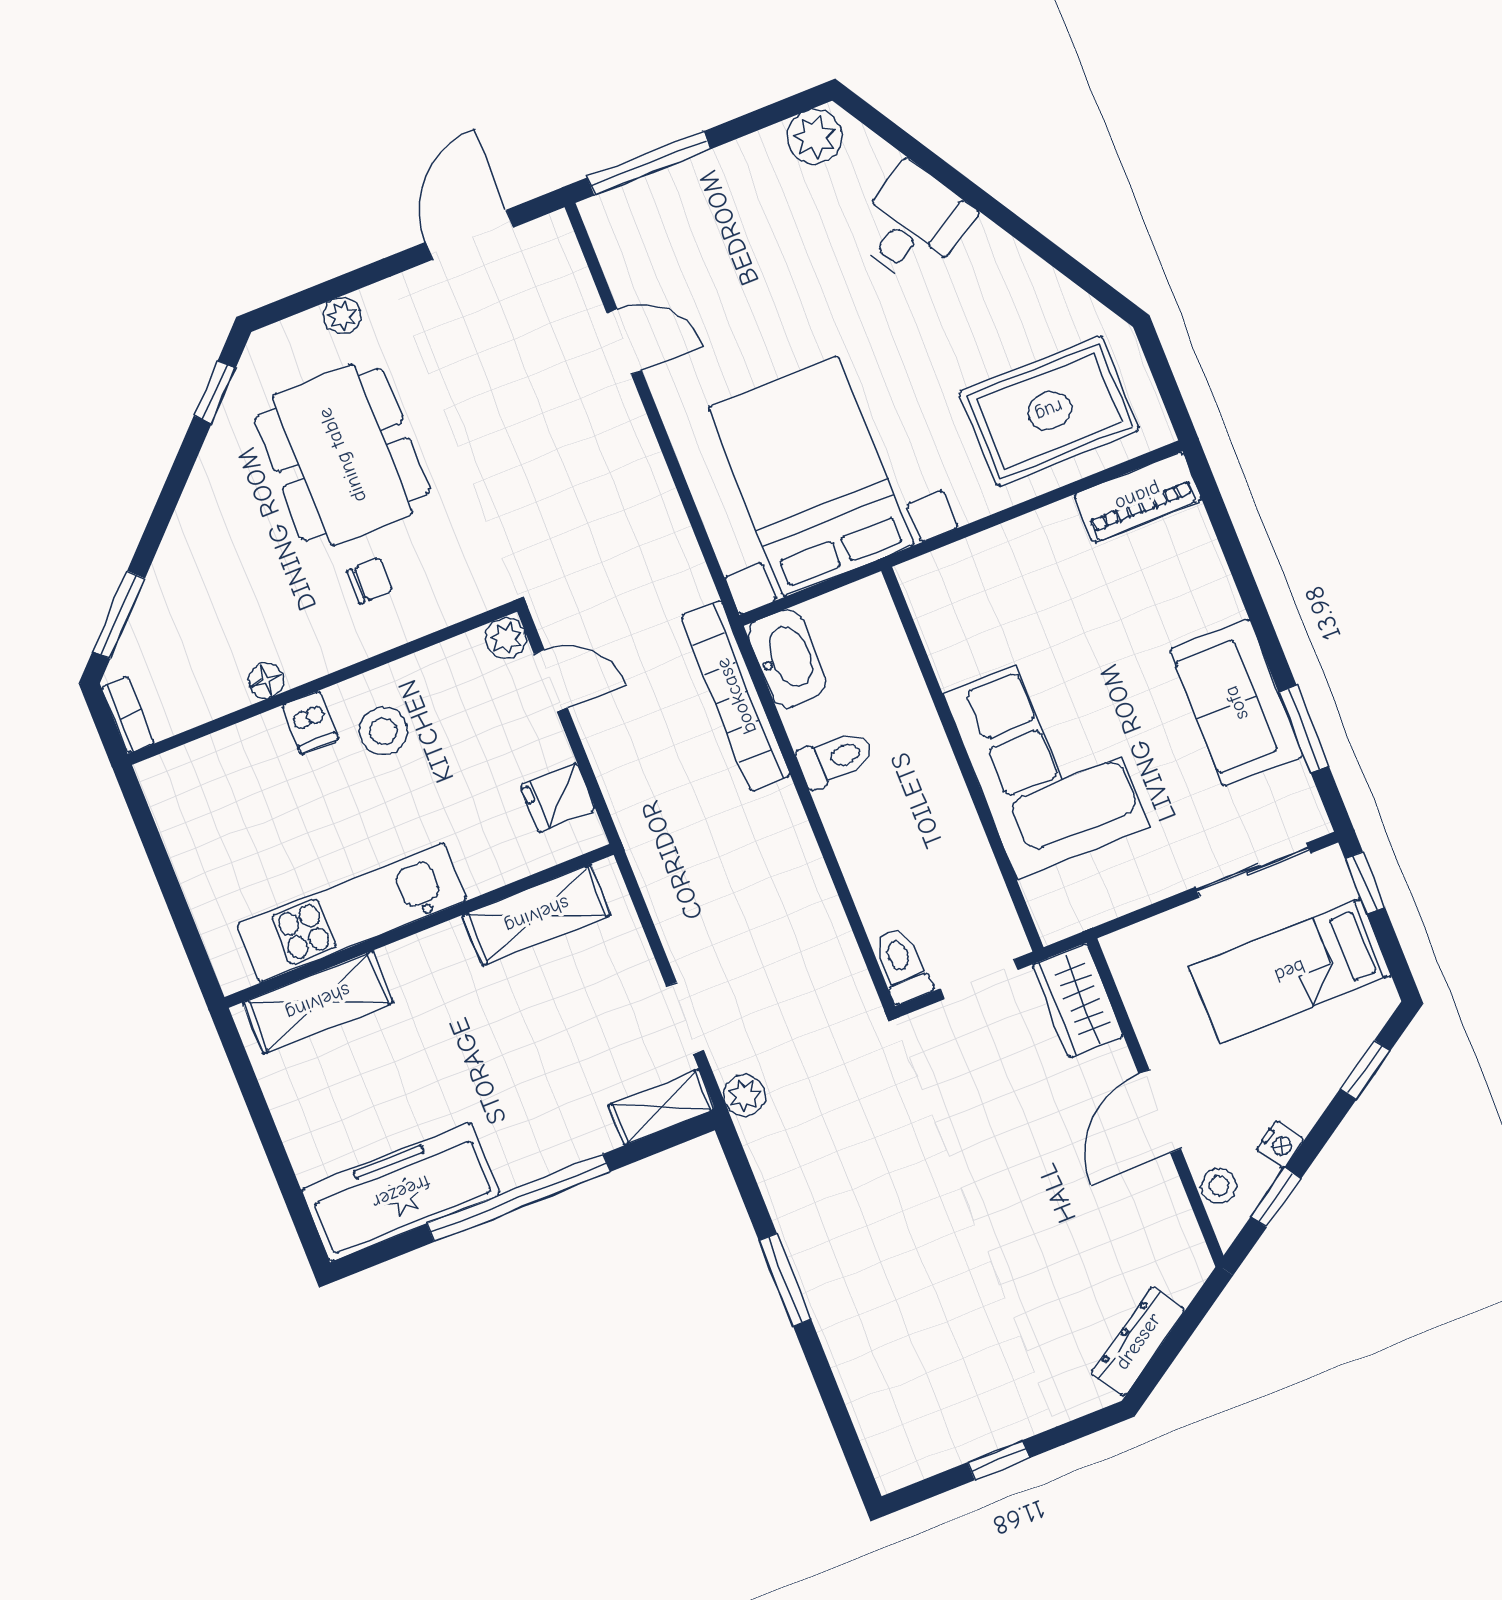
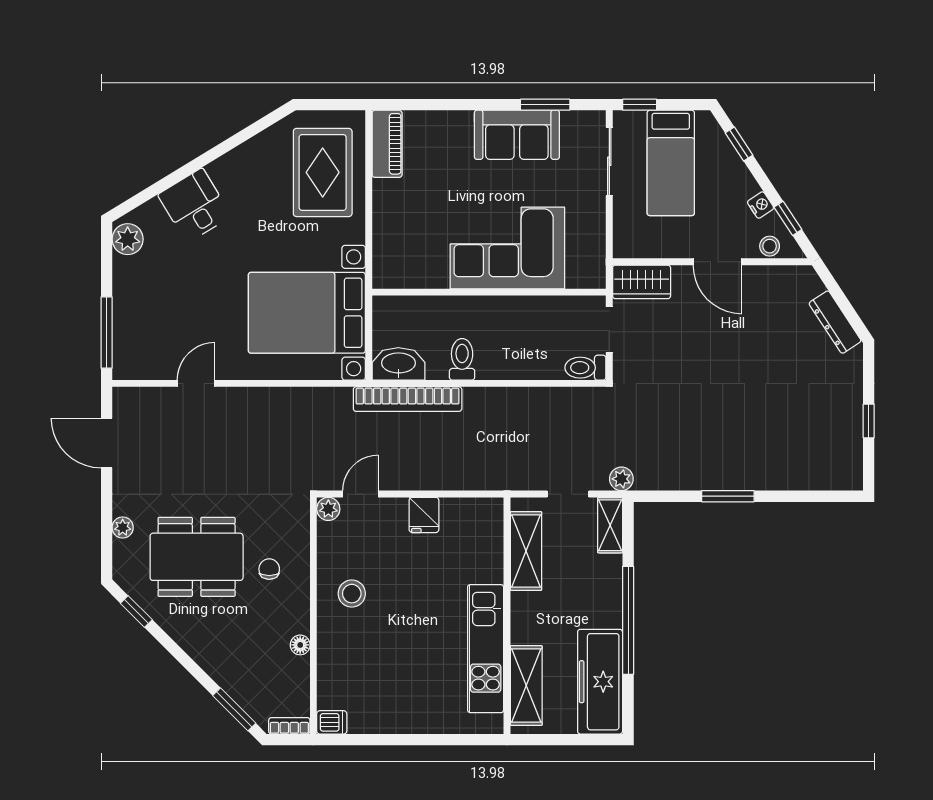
dishwasher: (310, 722) -> (332, 722), moved
kitchen unit: (352, 912) -> (486, 649), moved
shelving: (537, 915) -> (526, 551), moved
wall: (419, 926) -> (507, 616), moved
shelving: (318, 1002) -> (526, 685), moved

